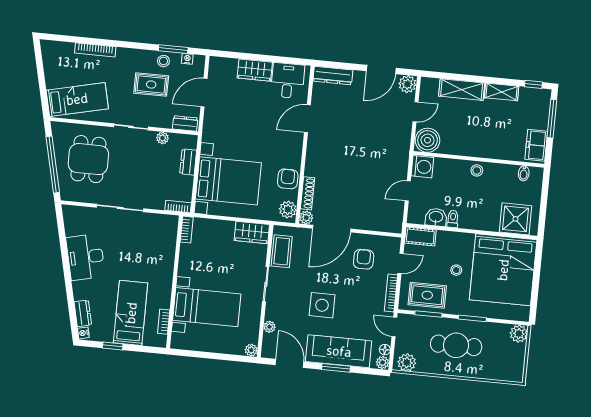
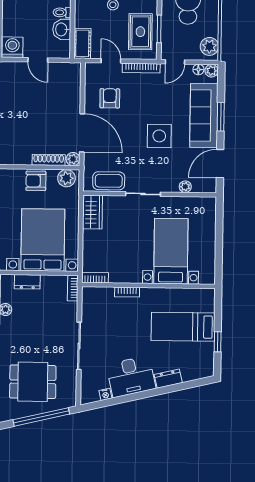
armchair: (364, 259) -> (110, 98), turned 90
dresser: (83, 313) -> (168, 379), moved
bookcase: (164, 322) -> (127, 292), moved
nightstand: (83, 333) -> (105, 394), moved
plant: (251, 350) -> (210, 203), removed

